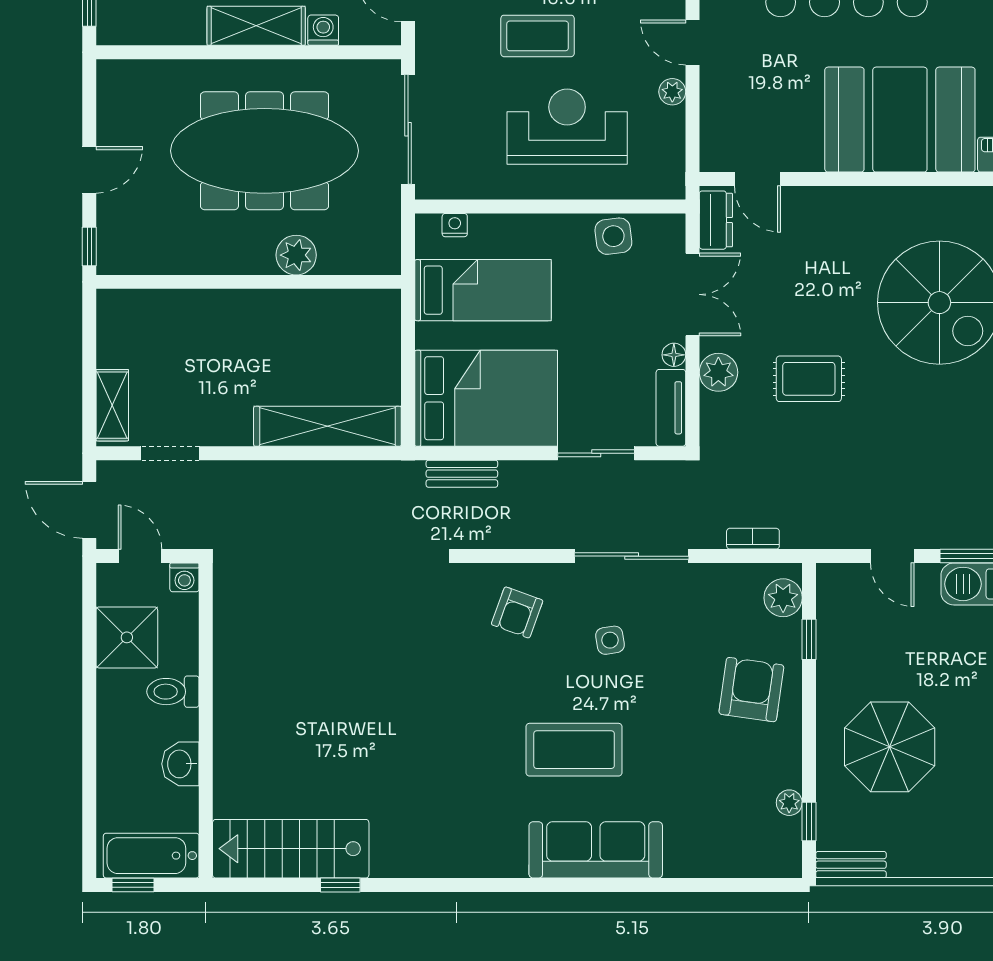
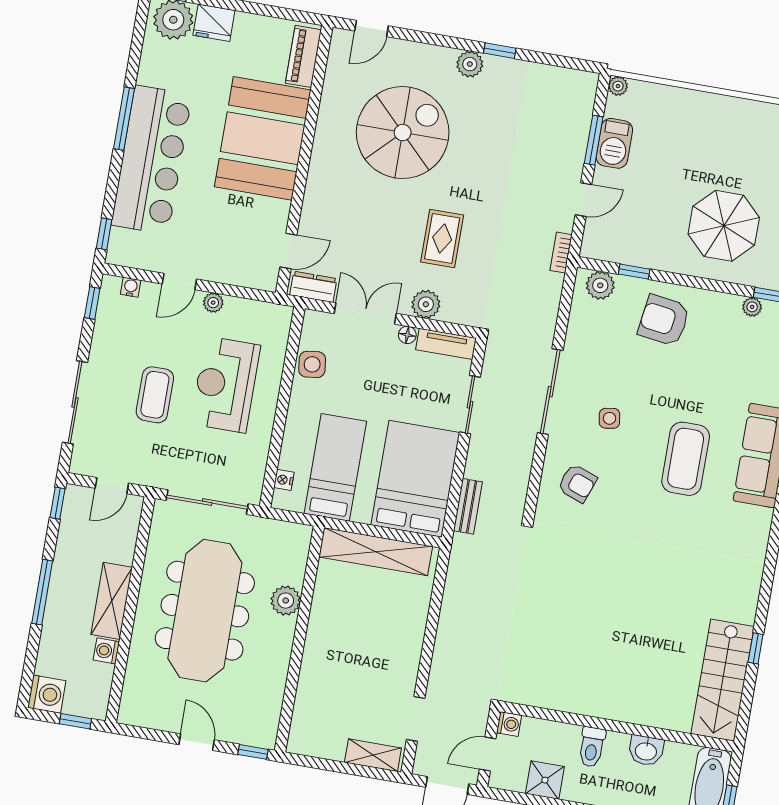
washing machine: (323, 30) -> (106, 651), moved
shelving: (327, 426) -> (376, 552), moved, turned 90
bookcase: (753, 539) -> (561, 253), moved
shower: (127, 637) -> (545, 780), width x0.73, depth x0.73

